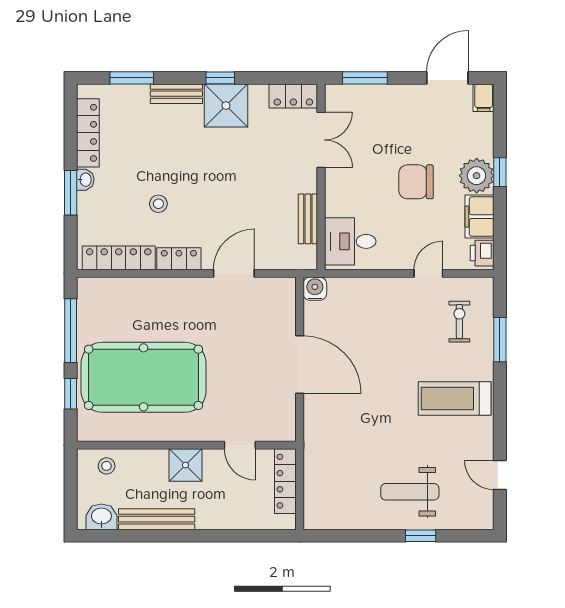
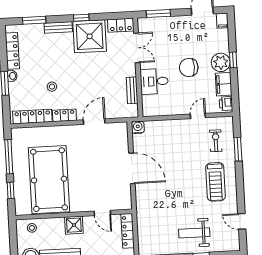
shower: (226, 105) -> (90, 36), width x1.37, depth x1.37
desk: (350, 241) -> (154, 81), moved
pool table: (144, 377) -> (49, 180), turned 90
treadmill: (455, 399) -> (215, 182), turned -90

